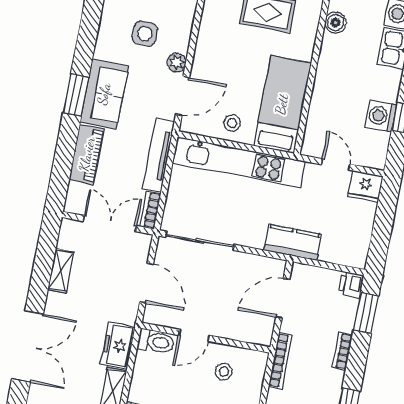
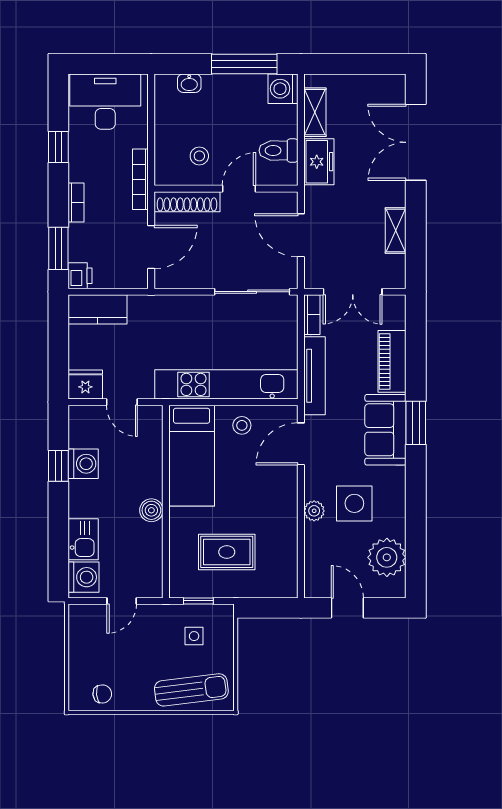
boiler: (336, 23) -> (151, 510), moved
side table: (145, 34) -> (354, 503), width x1.37, depth x1.37
plant: (177, 63) -> (314, 511), moved
kitchen counter: (293, 242) -> (98, 309), moved
shoe rack: (243, 333) -> (187, 202), added
toilet: (156, 342) -> (279, 151), moved

